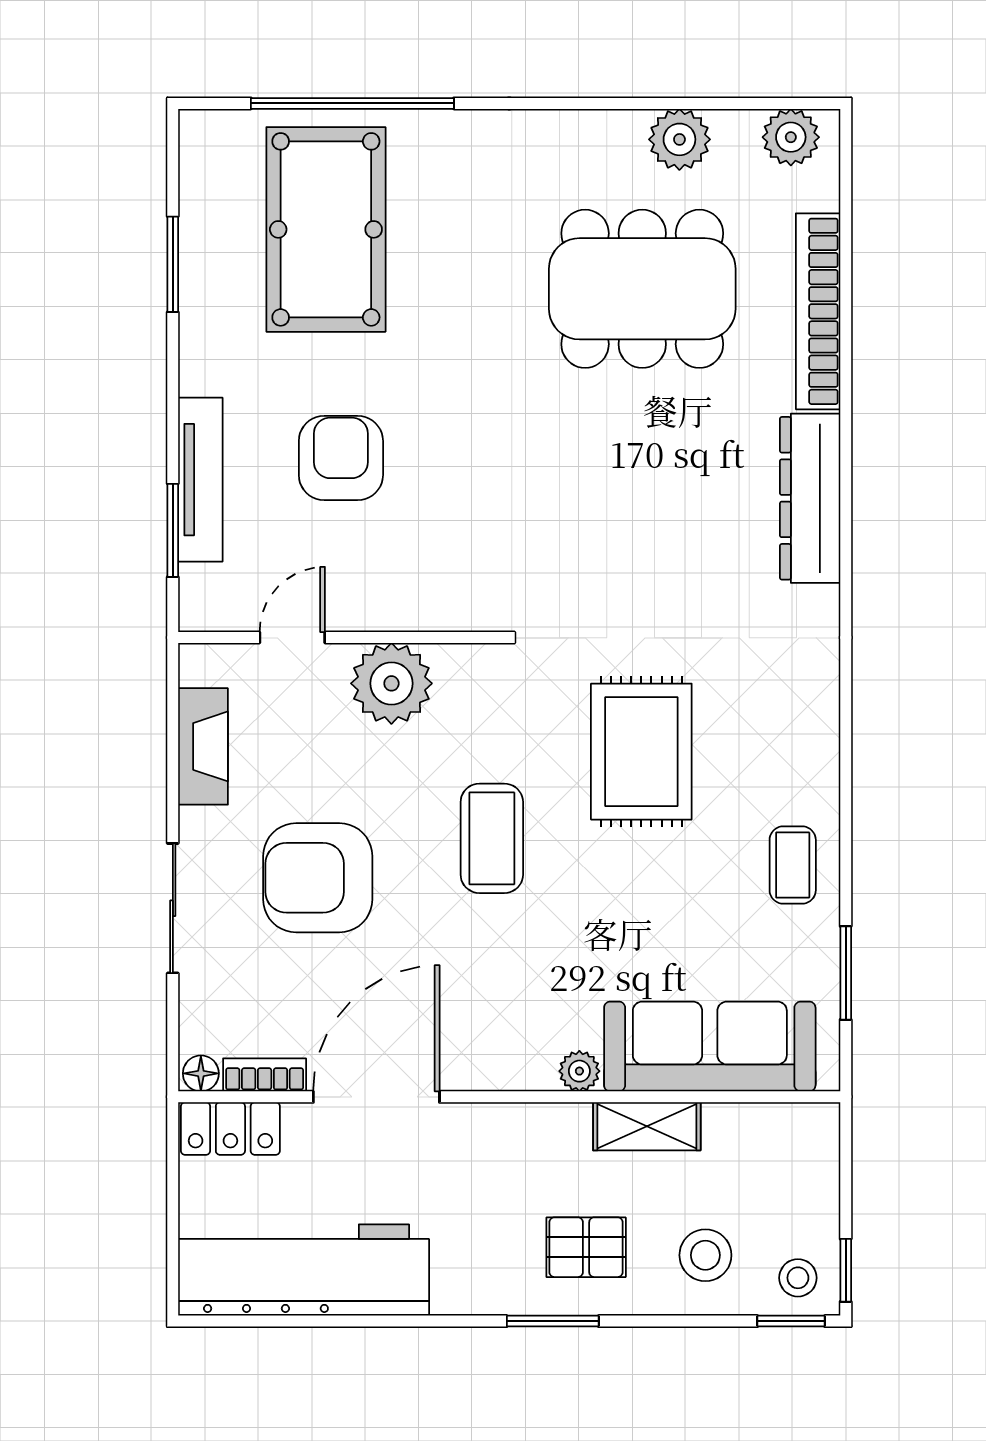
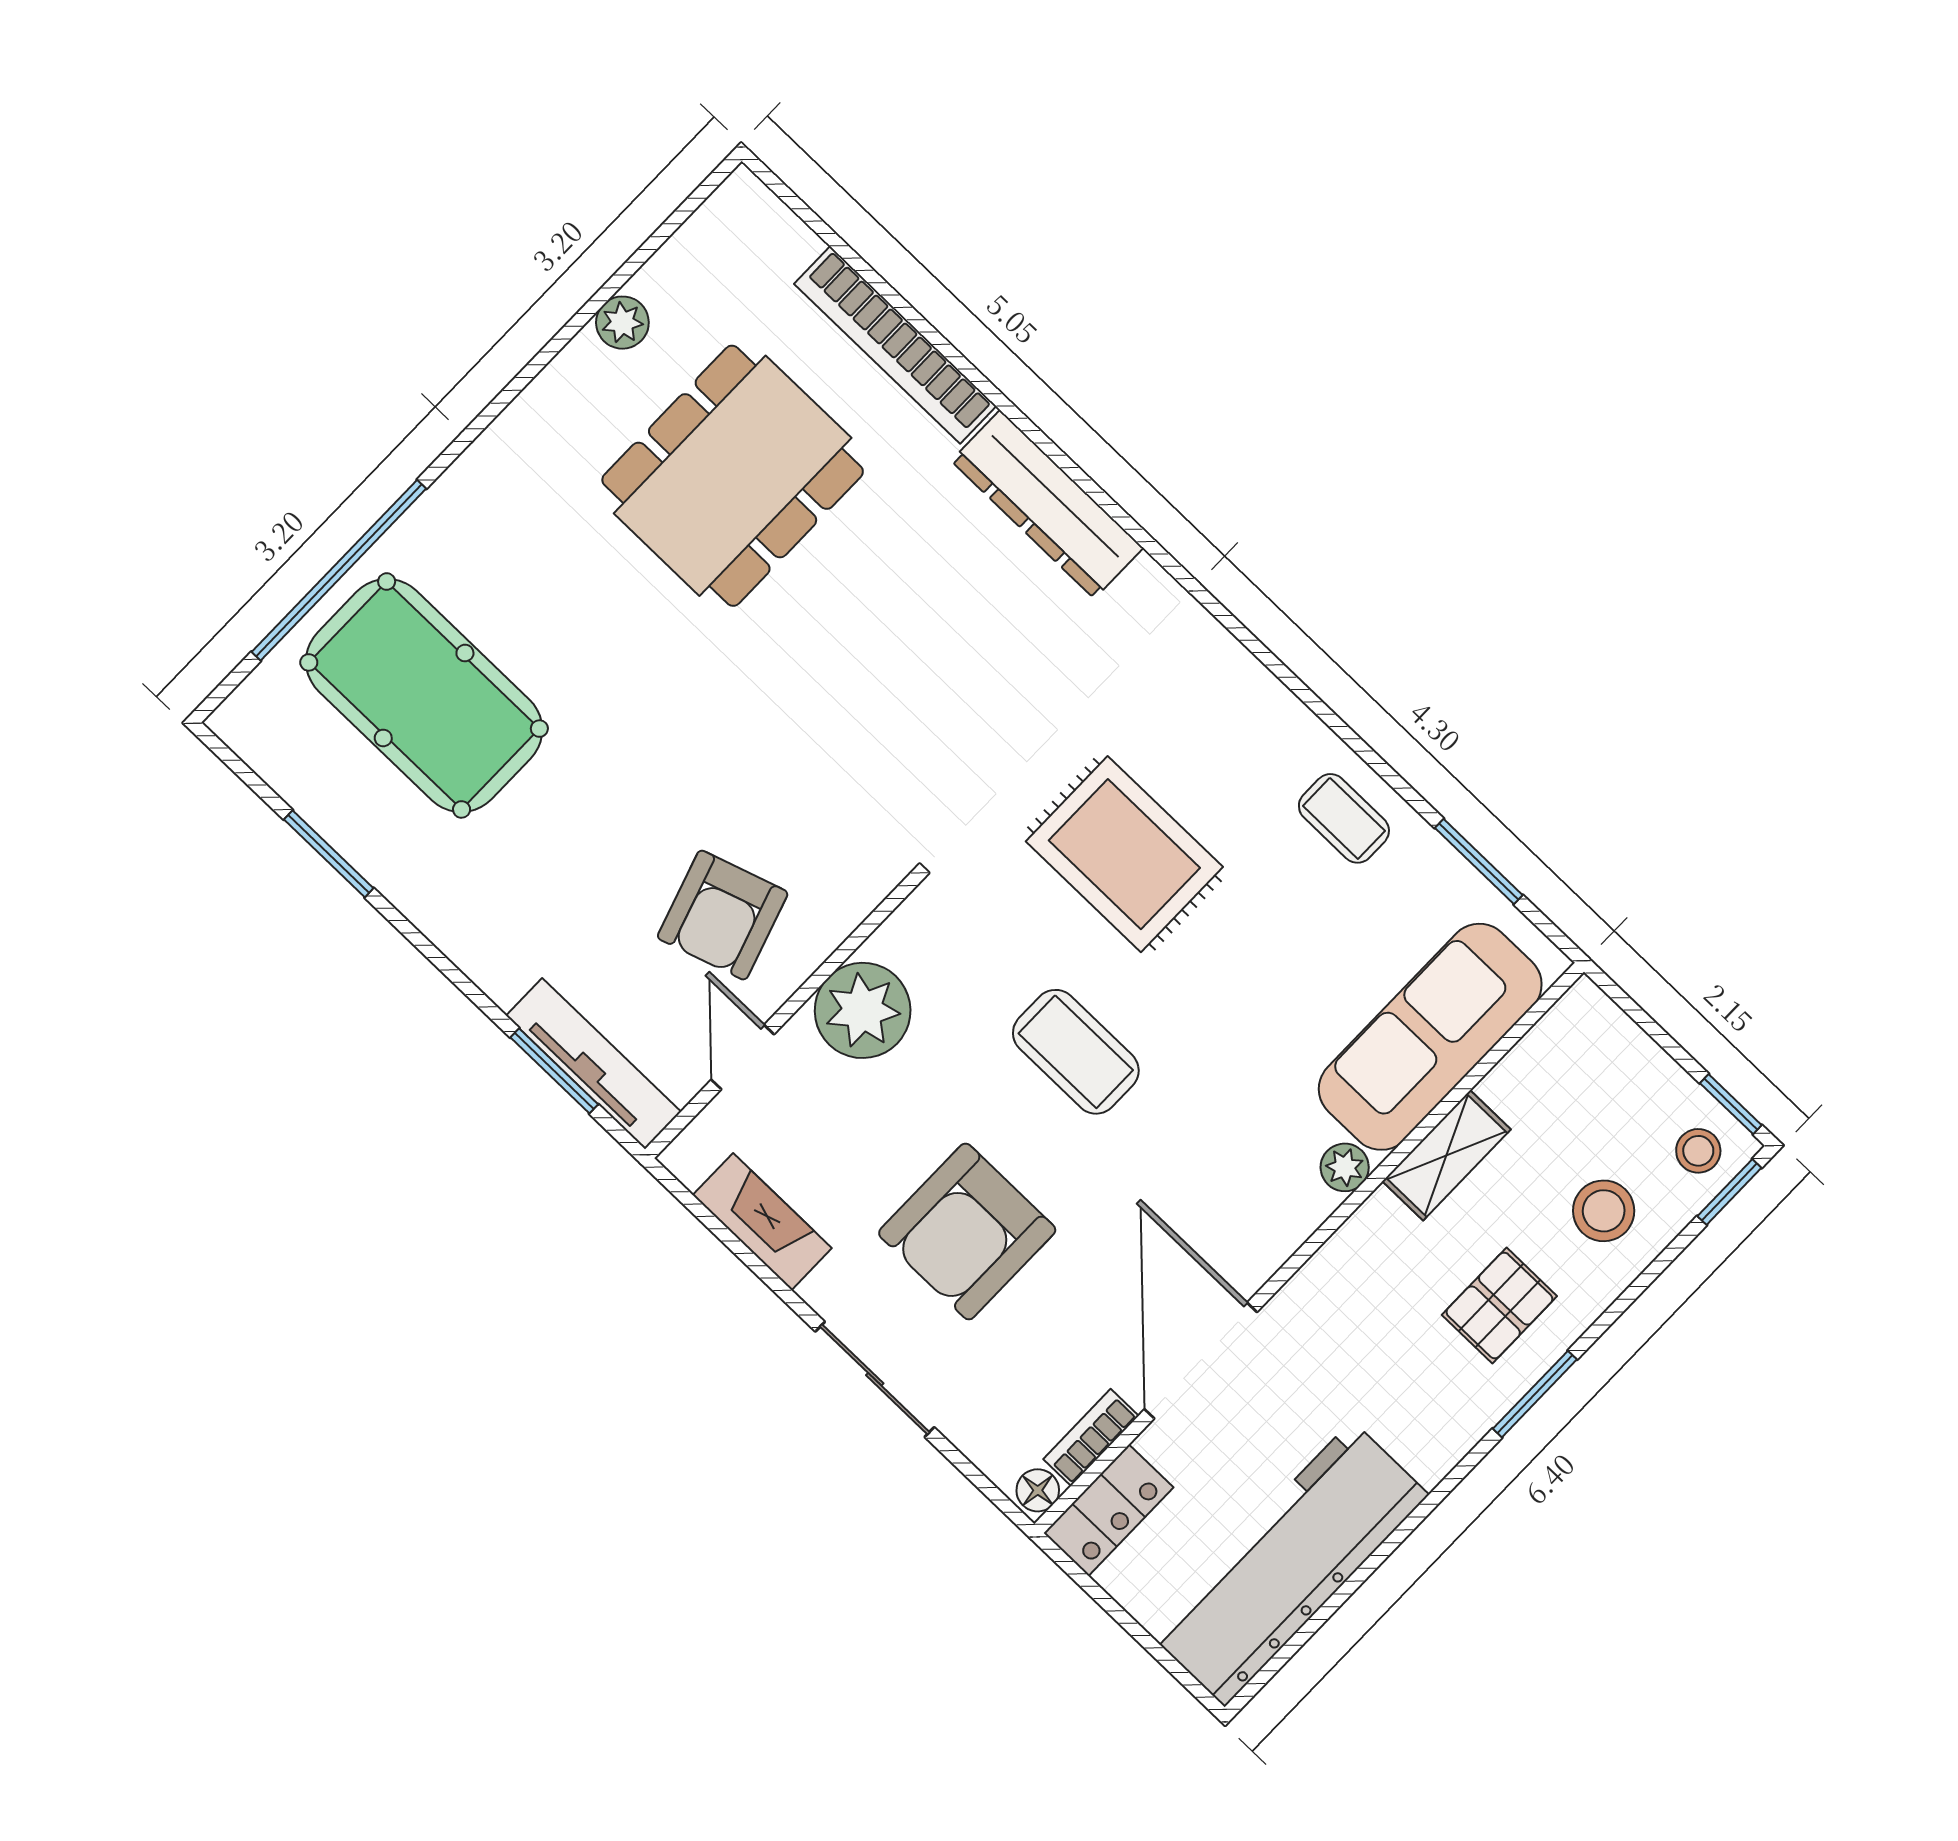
plant: (791, 137) -> (725, 226), removed
plant: (679, 139) -> (622, 323), width x0.73, depth x0.73
armchair: (341, 458) -> (723, 915), moved, turned -108
tv unit: (200, 480) -> (594, 1064), moved

